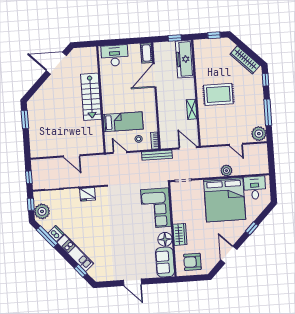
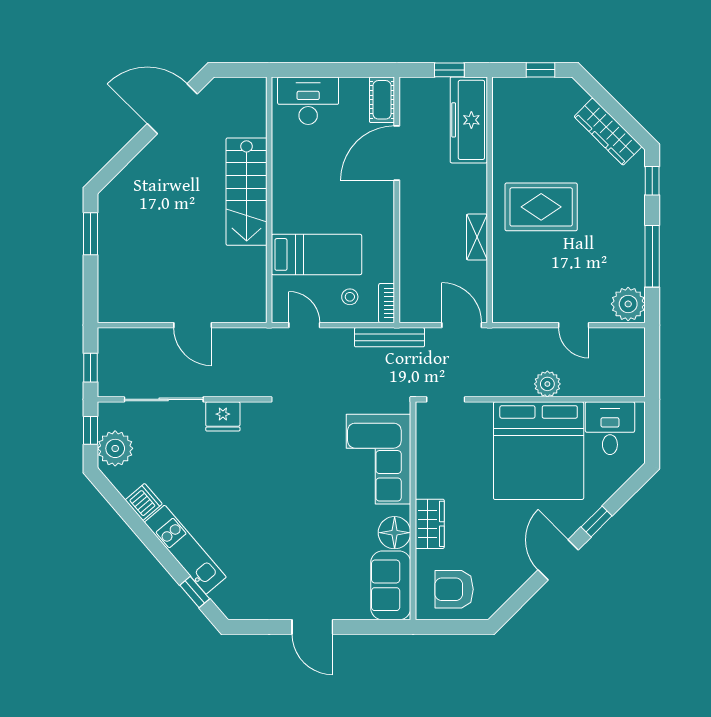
window: (47, 237) -> (122, 508), removed
door: (229, 255) -> (558, 560), moved

